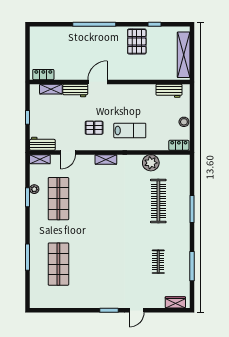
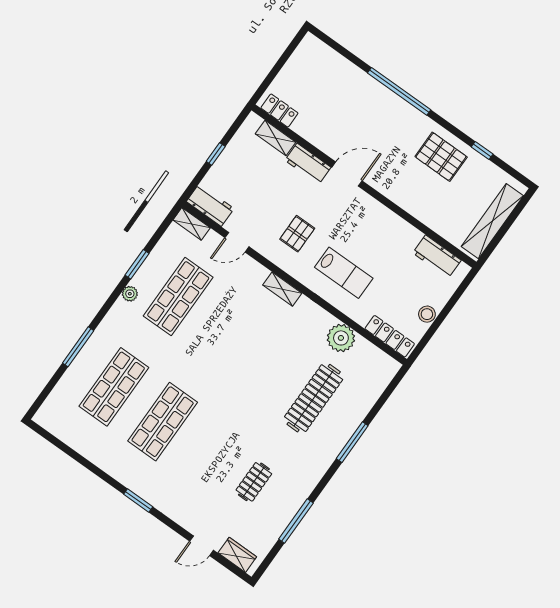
pallet: (137, 41) -> (441, 157), turned 90
pallet: (94, 128) -> (297, 234), turned 90
locker: (179, 145) -> (390, 336), width x1.53
plant: (34, 189) -> (130, 294), moved
shop shelf: (94, 264) -> (163, 422), added
door: (137, 310) -> (201, 546), moved

